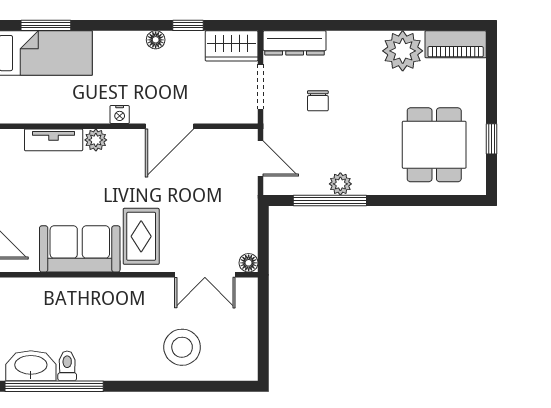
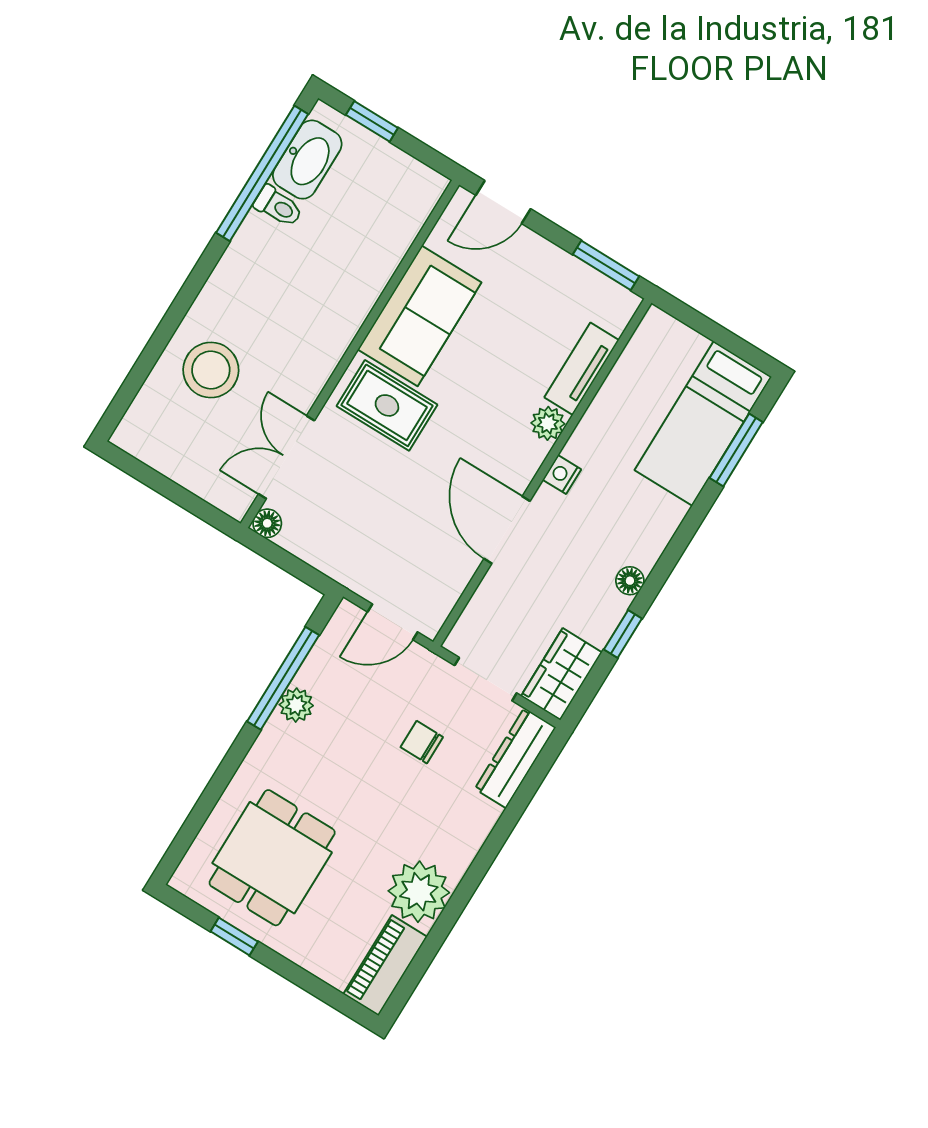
dining table: (434, 145) -> (272, 858), turned 90

